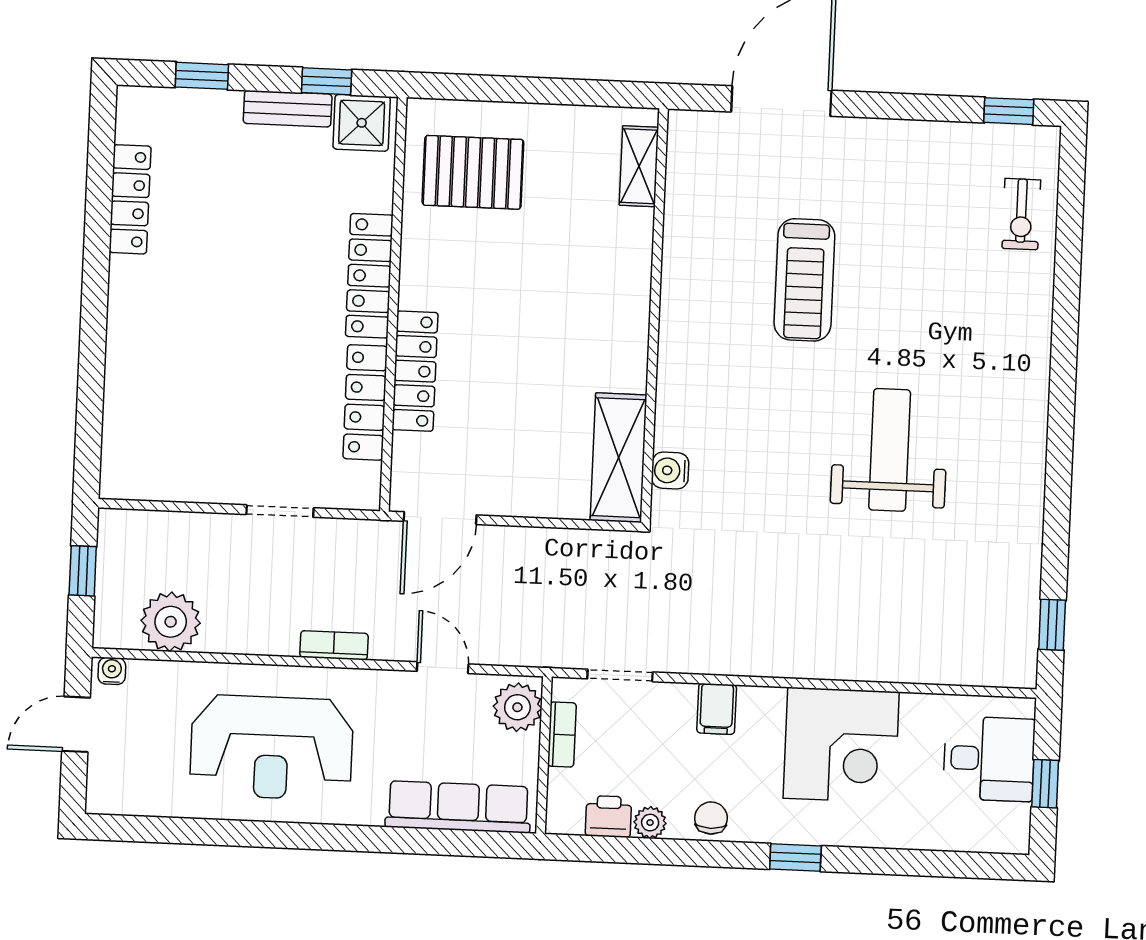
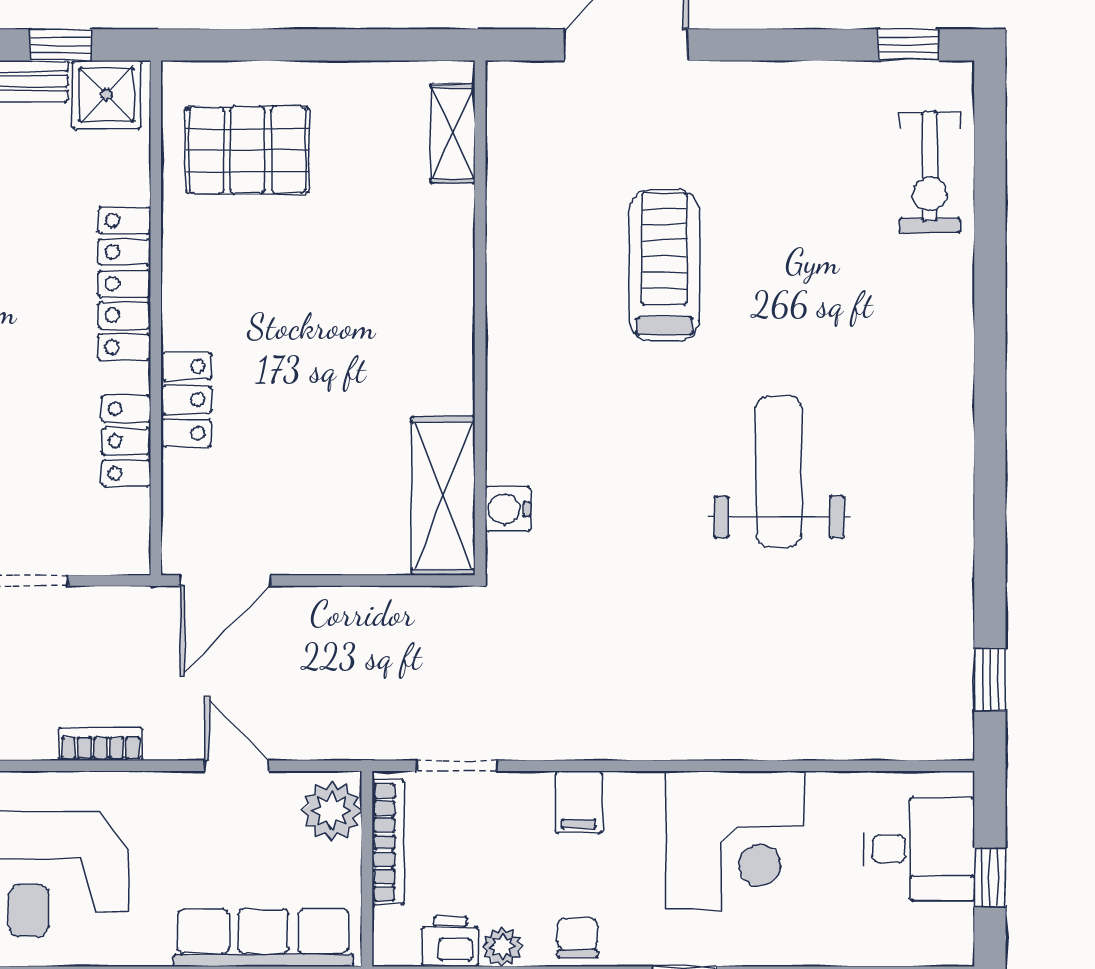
exercise bike: (1021, 214) -> (930, 172), width x1.38, depth x1.39
treadmill: (804, 280) -> (664, 265), turned 180
locker: (415, 371) -> (186, 400), width x0.66
locker: (365, 402) -> (126, 441), width x0.66
bookcase: (562, 734) -> (388, 842), width x1.56

